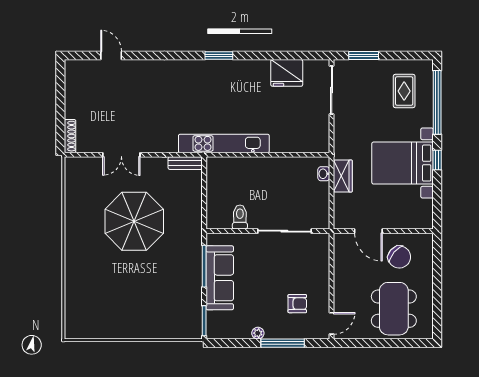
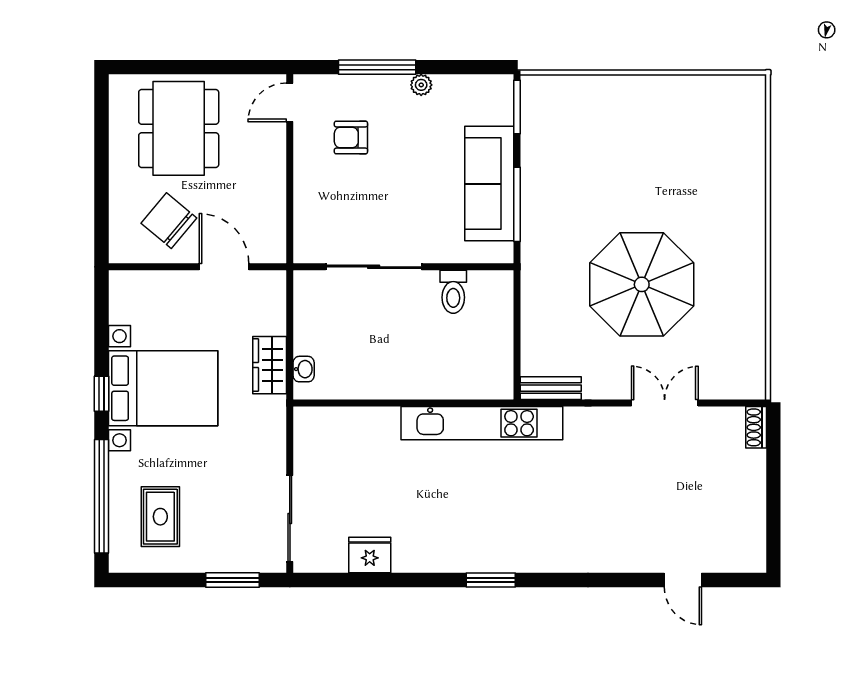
fridge: (287, 73) -> (370, 555), width x0.73, depth x0.75
shoe rack: (70, 136) -> (756, 427), width x0.70

